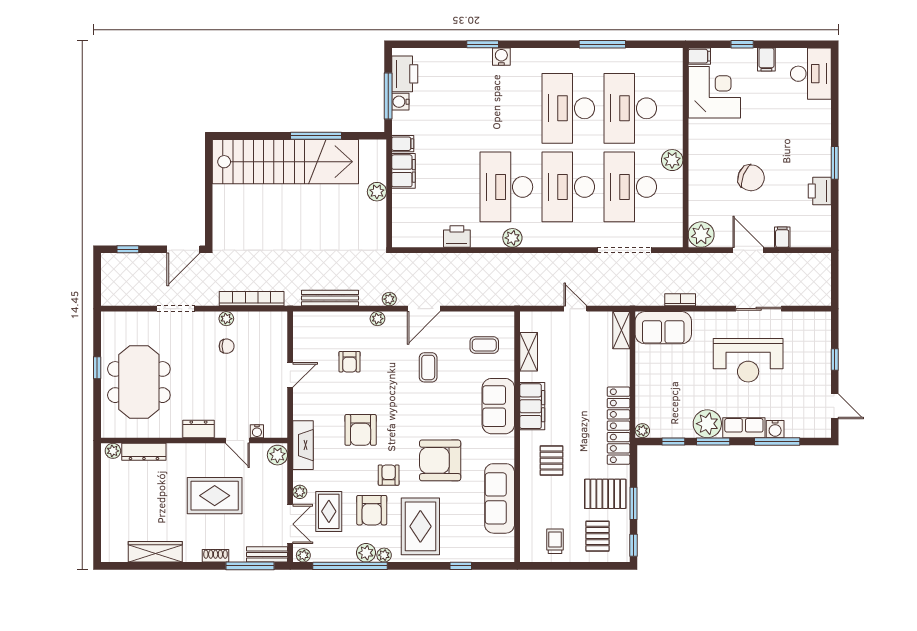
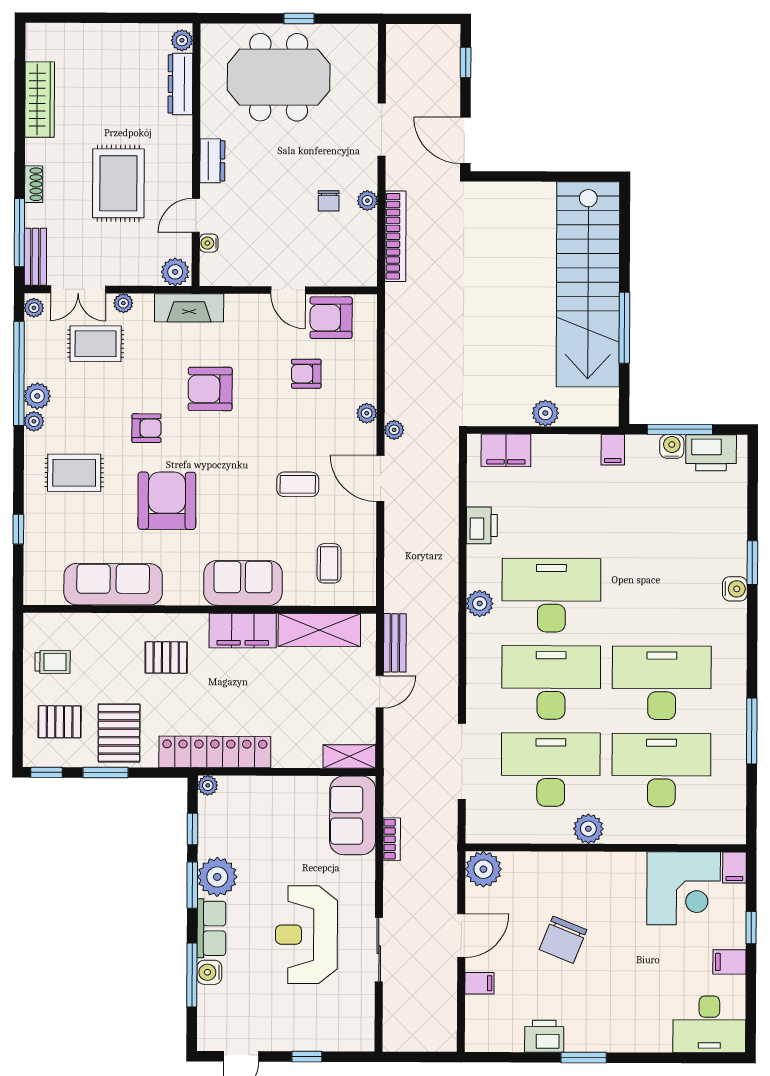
filing cabinet: (403, 171) -> (506, 450), moved
bench: (330, 298) -> (395, 643), moved, width x0.73
shelving: (529, 352) -> (319, 630), width x1.50, depth x1.33
armchair: (372, 510) -> (331, 318), moved
rug: (420, 526) -> (74, 473), width x0.73, depth x0.70

